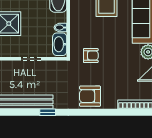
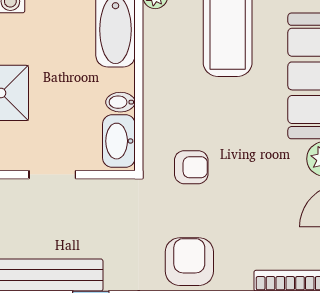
armchair: (90, 96) -> (189, 262), turned 90

